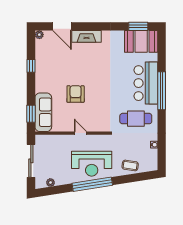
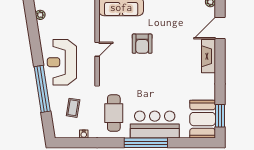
armchair: (76, 94) -> (142, 44), turned 90
coffee table: (130, 165) -> (73, 108), moved
window: (92, 184) -> (42, 89), moved

